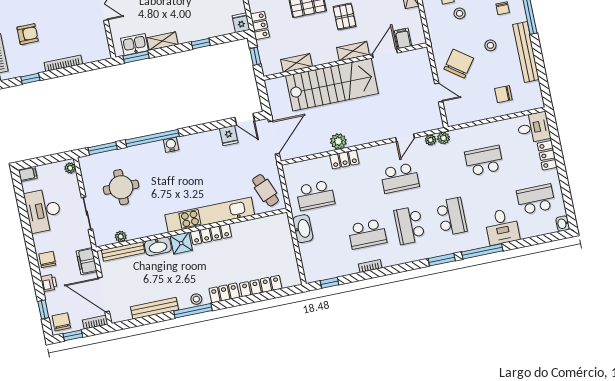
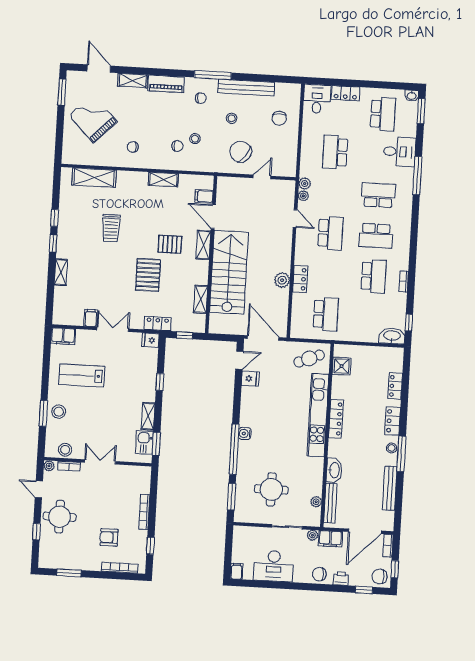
armchair: (28, 34) -> (109, 537), turned -90
plant: (70, 168) -> (312, 535), moved
school desk: (536, 199) -> (383, 114), turned 180
washbasin: (303, 229) -> (392, 336), moved
shower: (181, 243) -> (342, 366), moved
window: (442, 260) -> (421, 111), moved
locker: (261, 286) -> (395, 386), width x0.66

